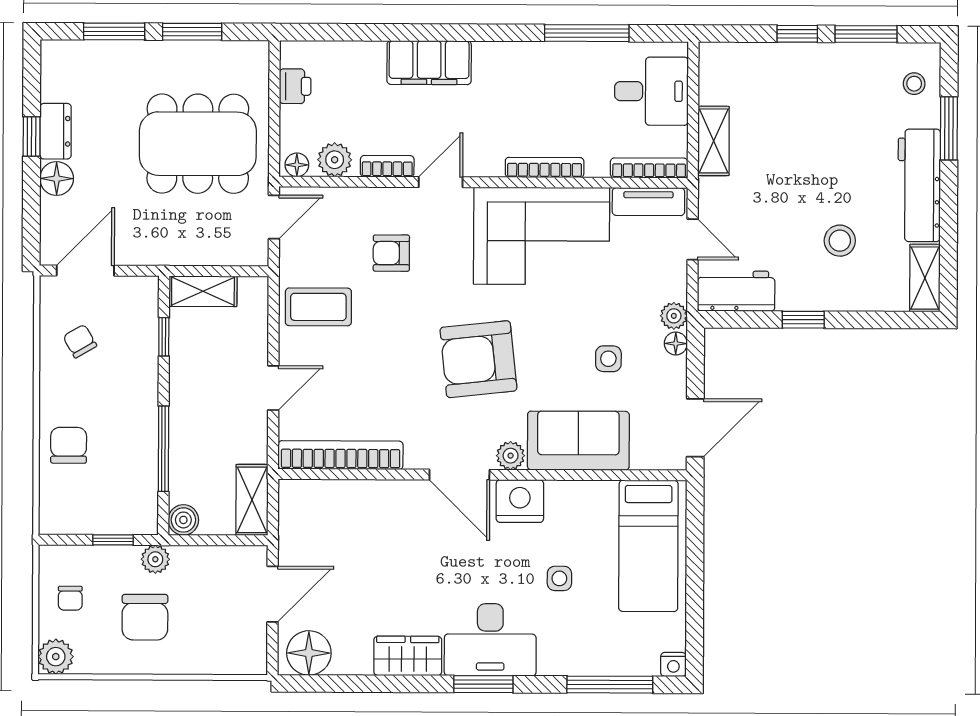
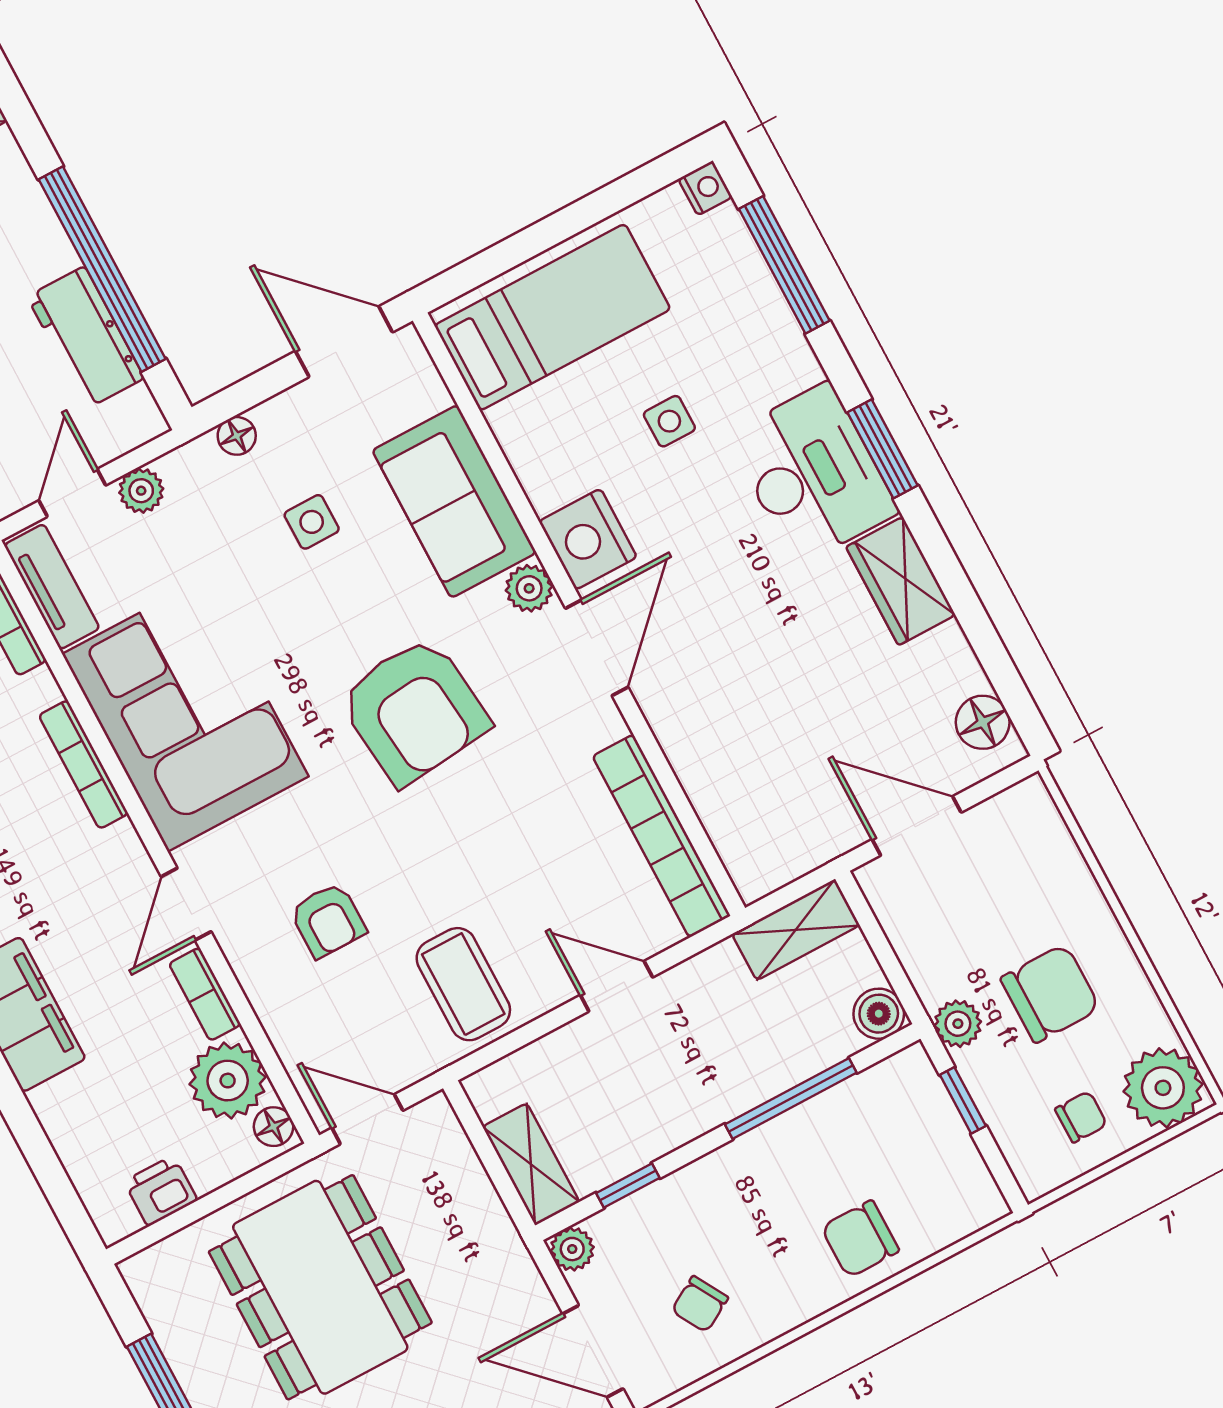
plant: (335, 160) -> (228, 1081), width x1.36, depth x1.36
door: (441, 182) -> (186, 904), hinge flipped
plant: (146, 289) -> (572, 1249), added
workbench: (736, 291) -> (86, 337), moved
plant: (674, 316) -> (141, 491), moved
window: (803, 320) -> (102, 269), width x3.17
floor lamp: (309, 653) -> (983, 722), width x0.73, depth x0.73
plant: (56, 657) -> (1163, 1088), width x1.36, depth x1.36

